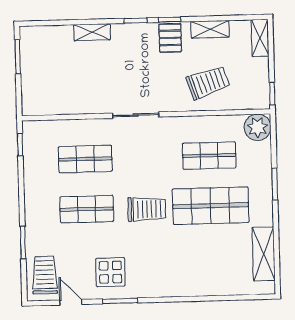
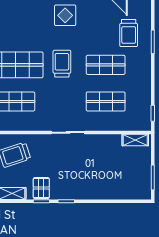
shelving: (92, 32) -> (135, 140), moved
trolley: (147, 209) -> (62, 64), turned 90
display table: (110, 272) -> (65, 15), moved
trolley: (45, 275) -> (129, 33), moved

